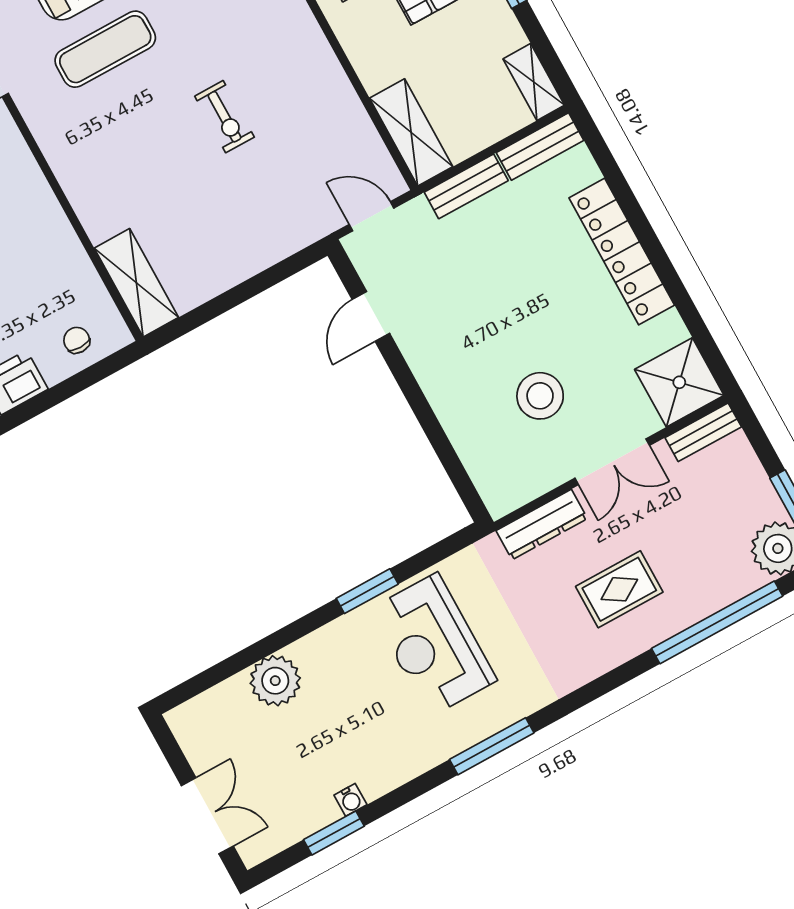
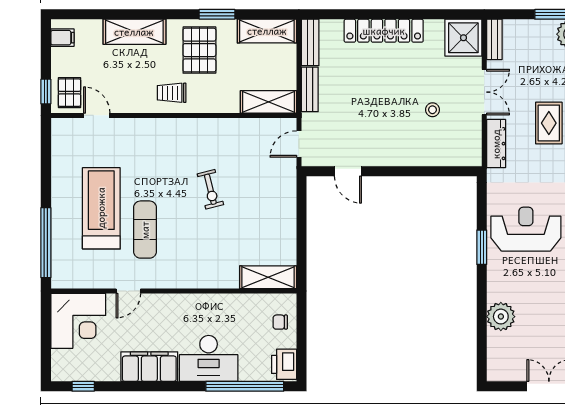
shelving: (534, 82) -> (267, 31), width x1.50, depth x1.33
exercise bike: (224, 117) -> (210, 189), turned 76
stool: (540, 396) -> (432, 110), width x0.53, depth x0.53
reception desk: (433, 645) -> (526, 229), turned 180

